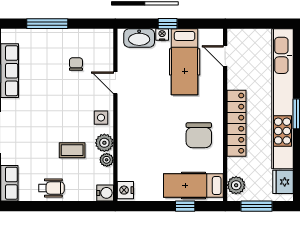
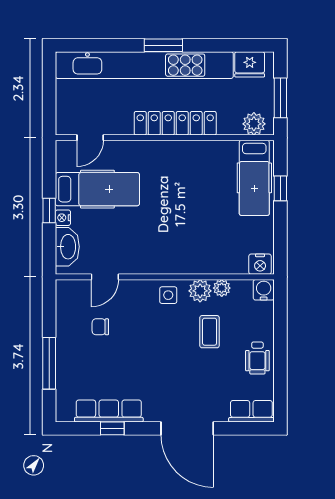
door: (115, 83) -> (105, 277), moved
chair: (199, 135) -> (191, 171), removed
wheelchair: (51, 188) -> (257, 358), turned 180

